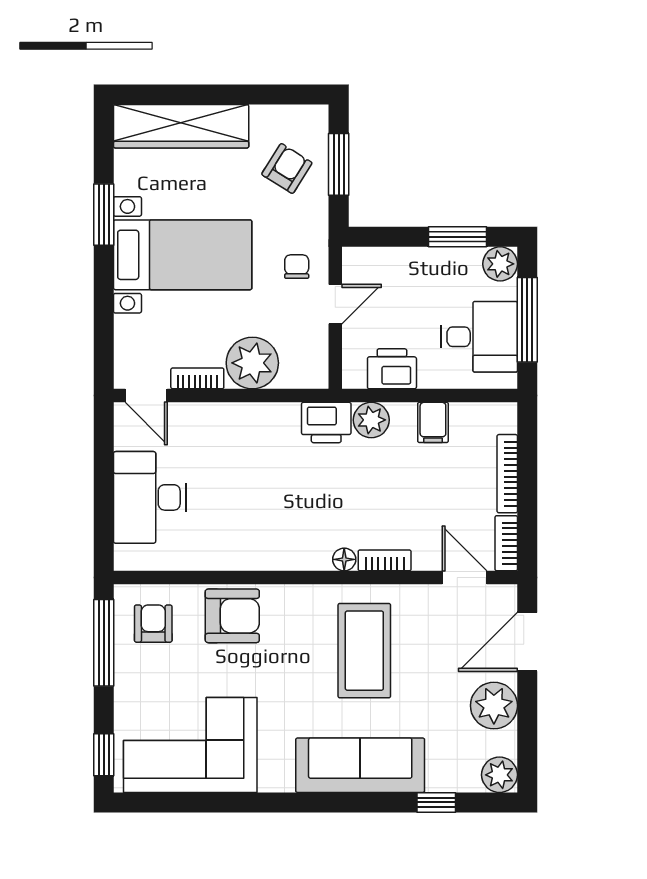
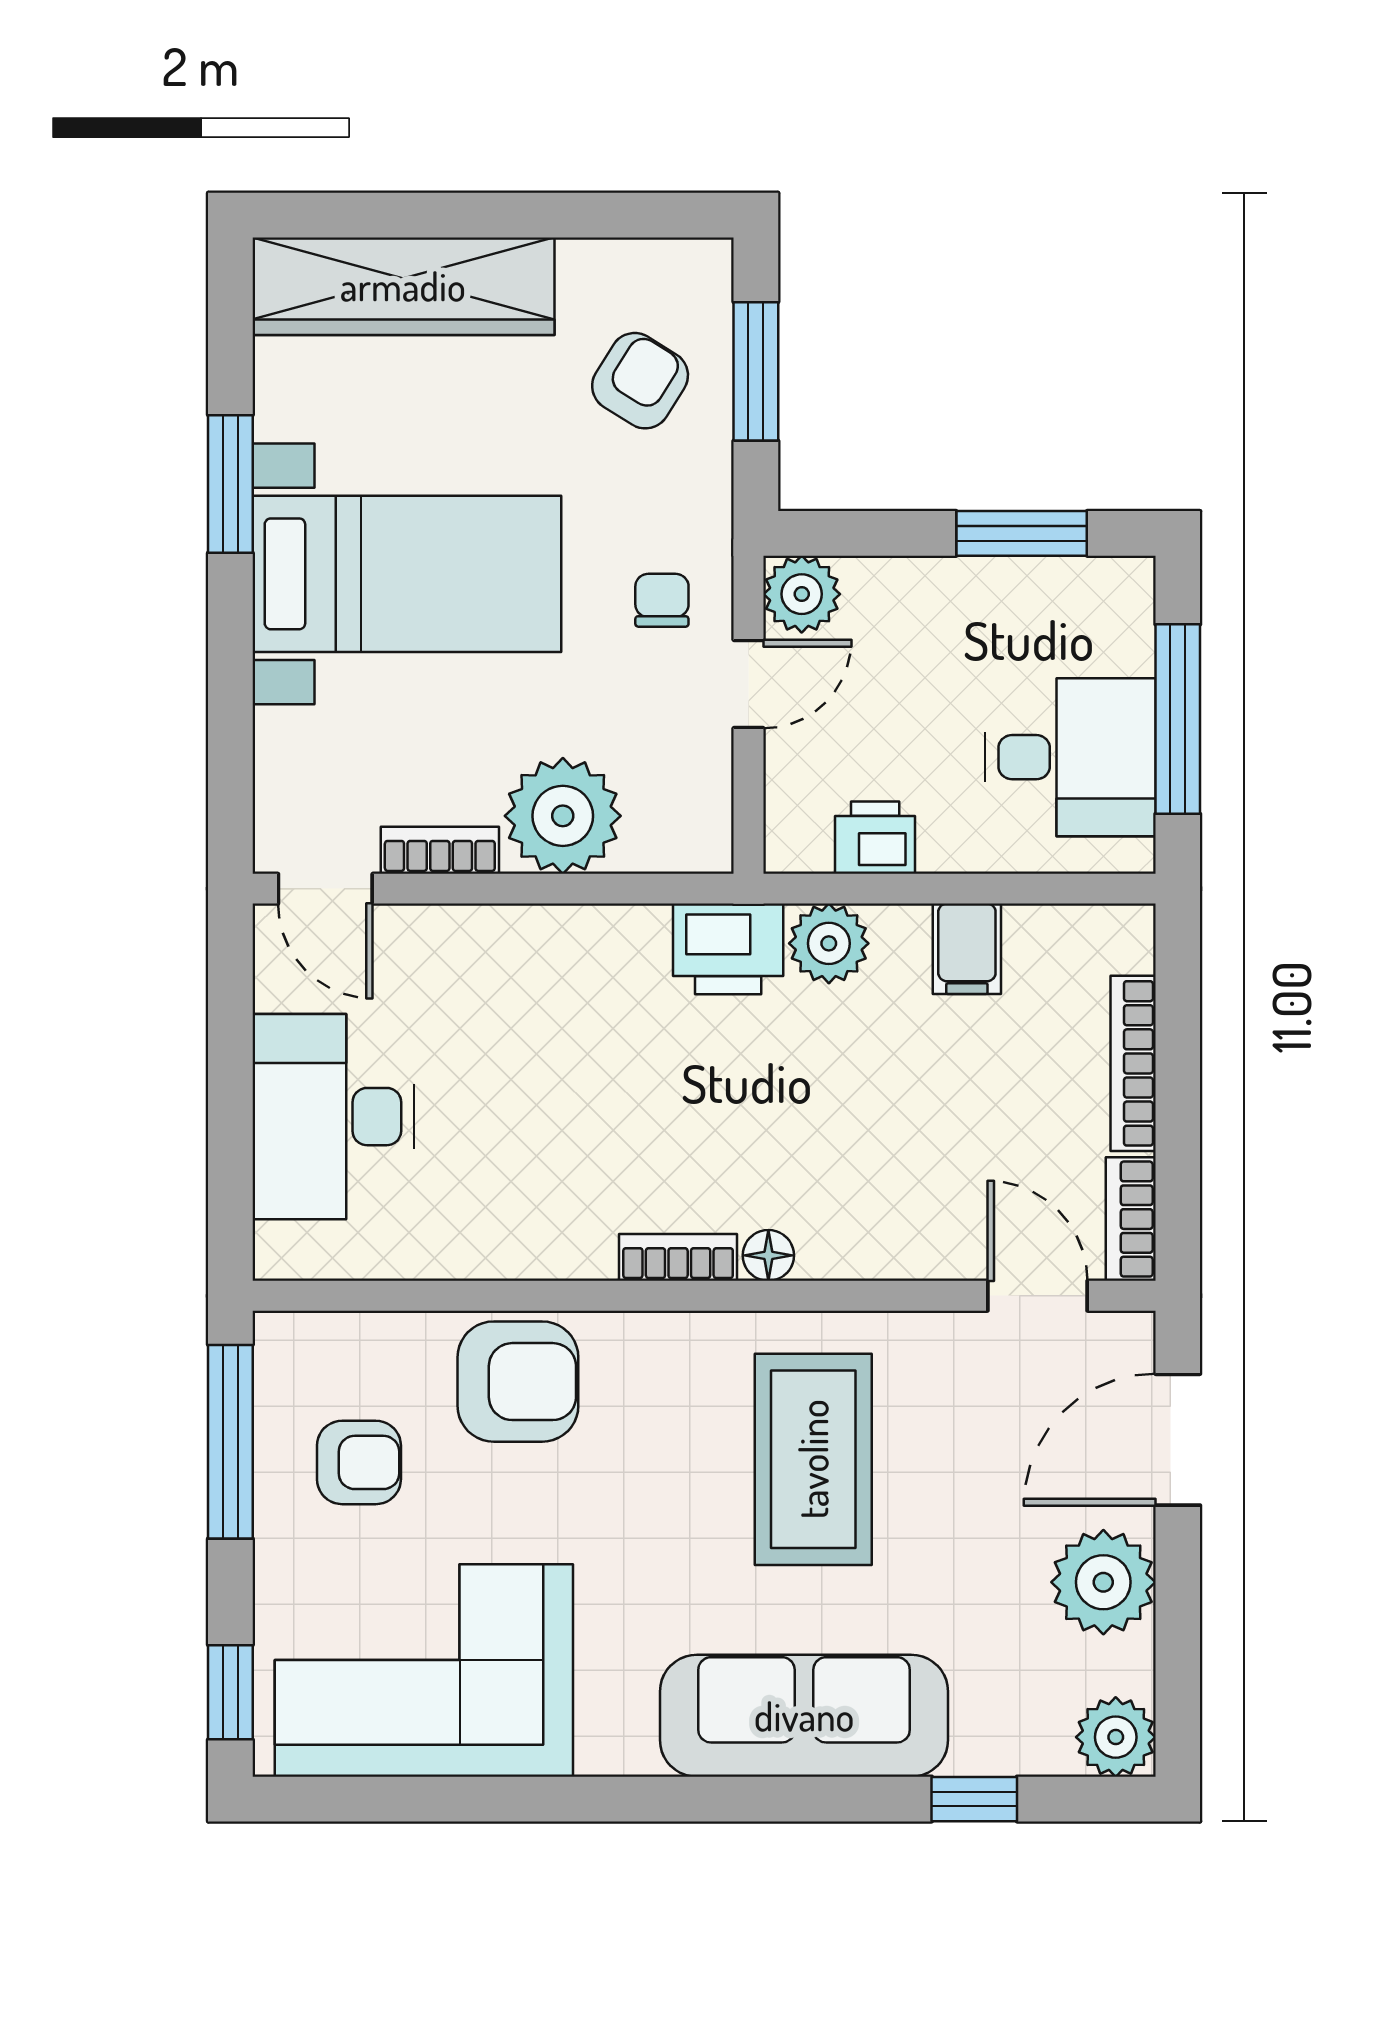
plant: (500, 264) -> (802, 594), moved
printer: (392, 369) -> (875, 838), width x0.73, depth x0.81
bookcase: (385, 560) -> (678, 1257), moved
armchair: (153, 624) -> (359, 1462), moved, turned 90

